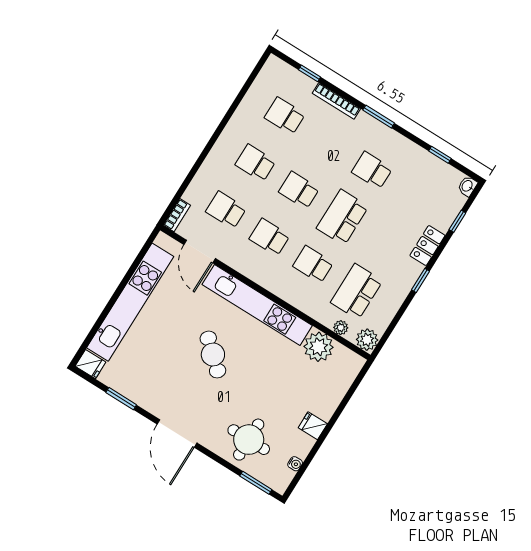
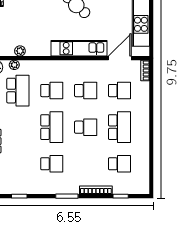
school desk: (255, 163) -> (119, 127), width x1.85
door: (200, 252) -> (120, 58), hinge flipped
kitchen unit: (257, 305) -> (79, 48), width x0.73
plant: (319, 347) -> (20, 51), width x0.53, depth x0.53

